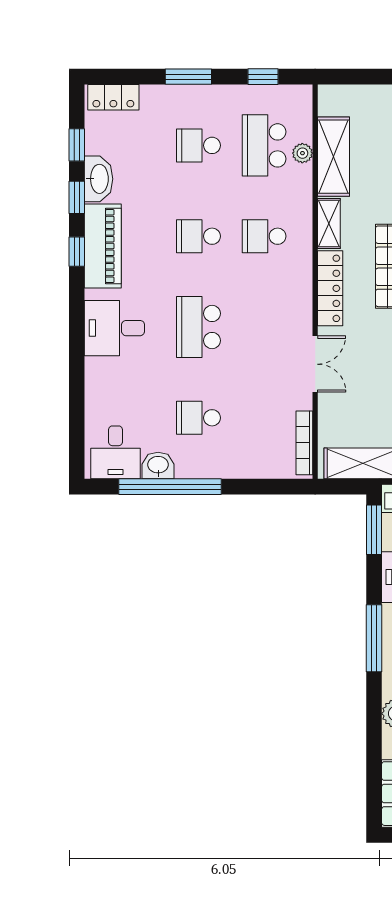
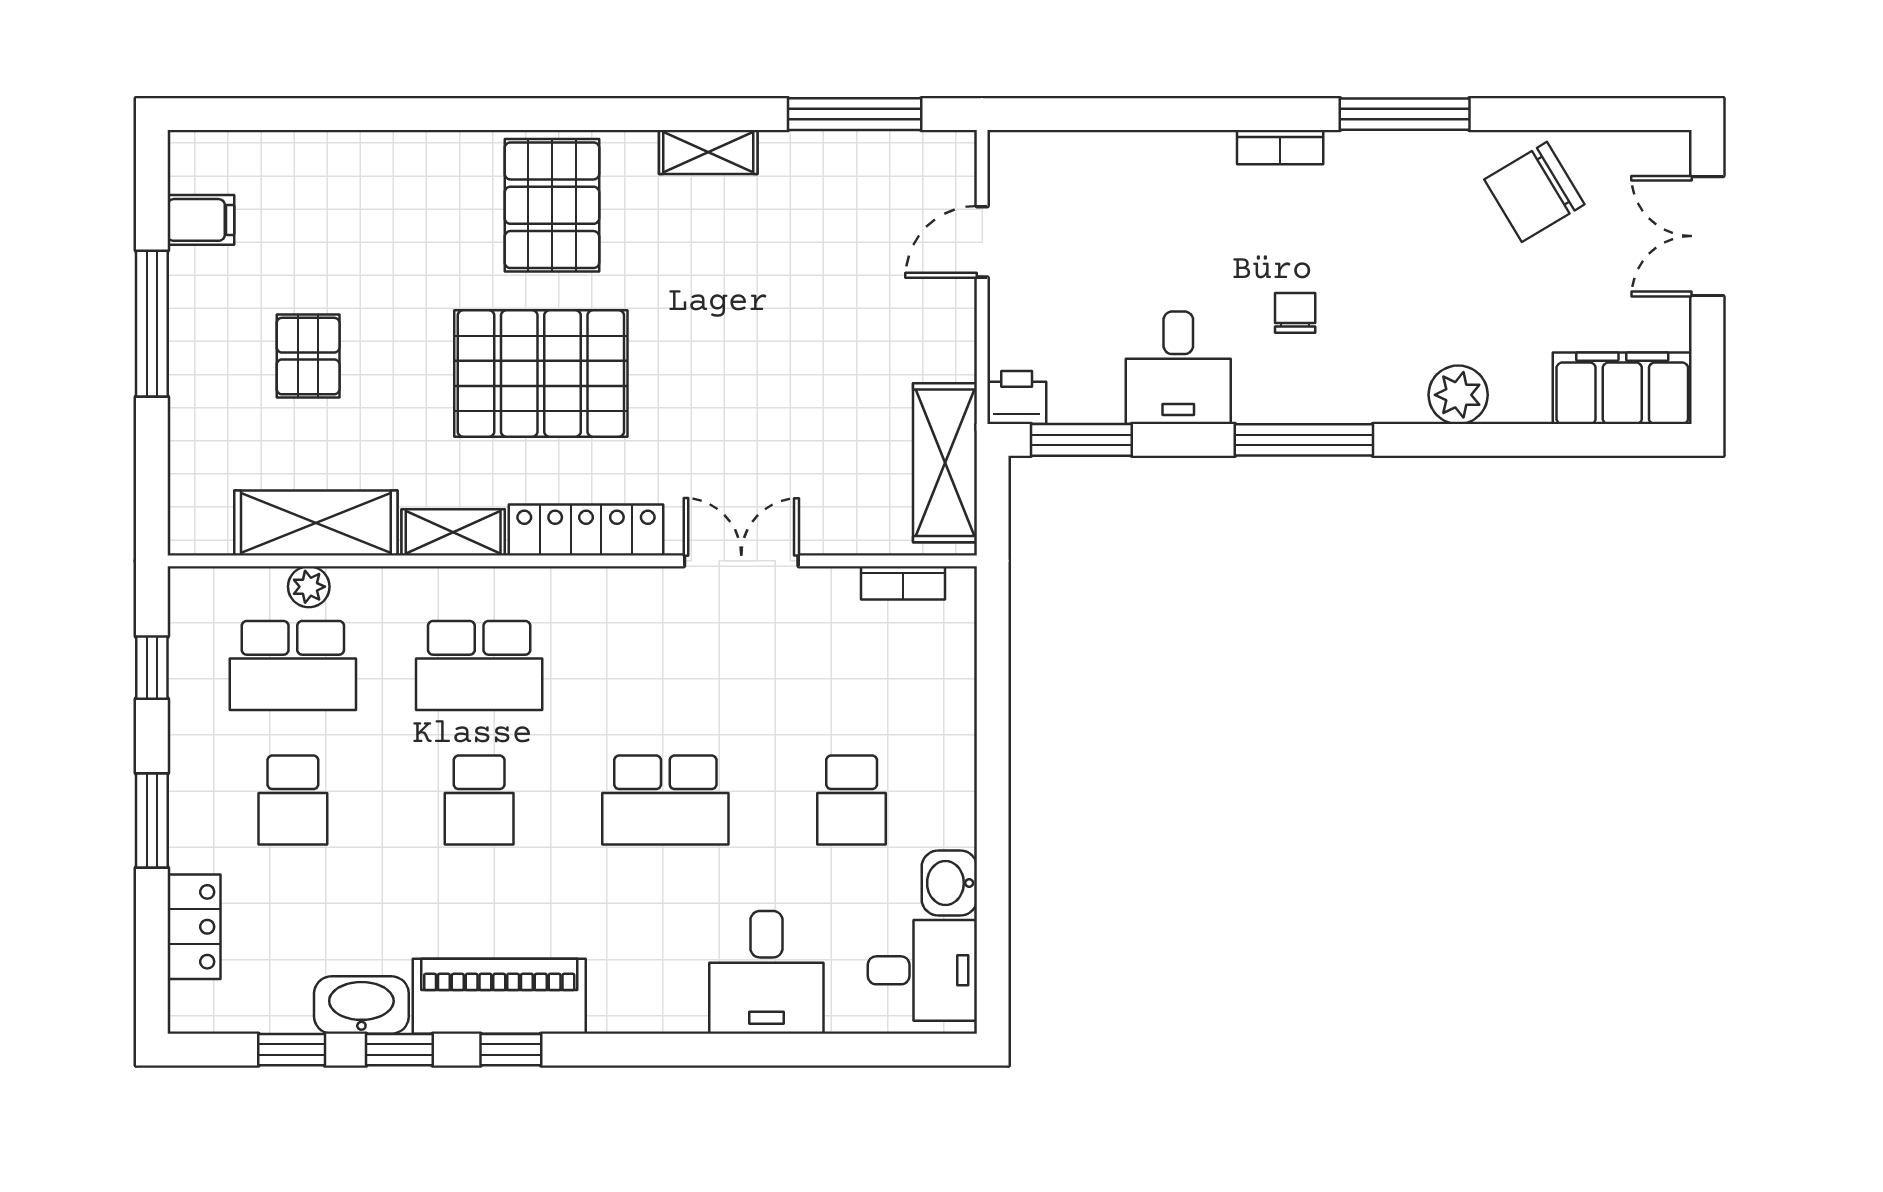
locker: (113, 97) -> (194, 927), moved
school desk: (264, 236) -> (479, 666), width x1.85
desk: (114, 328) -> (766, 972), moved
bookcase: (304, 443) -> (903, 583), width x0.64
window: (170, 487) -> (993, 859), removed

